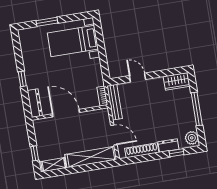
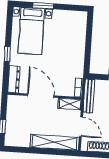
bed with nightstands: (73, 41) -> (31, 31), moved, turned -90
shelving: (54, 165) -> (70, 104), moved

